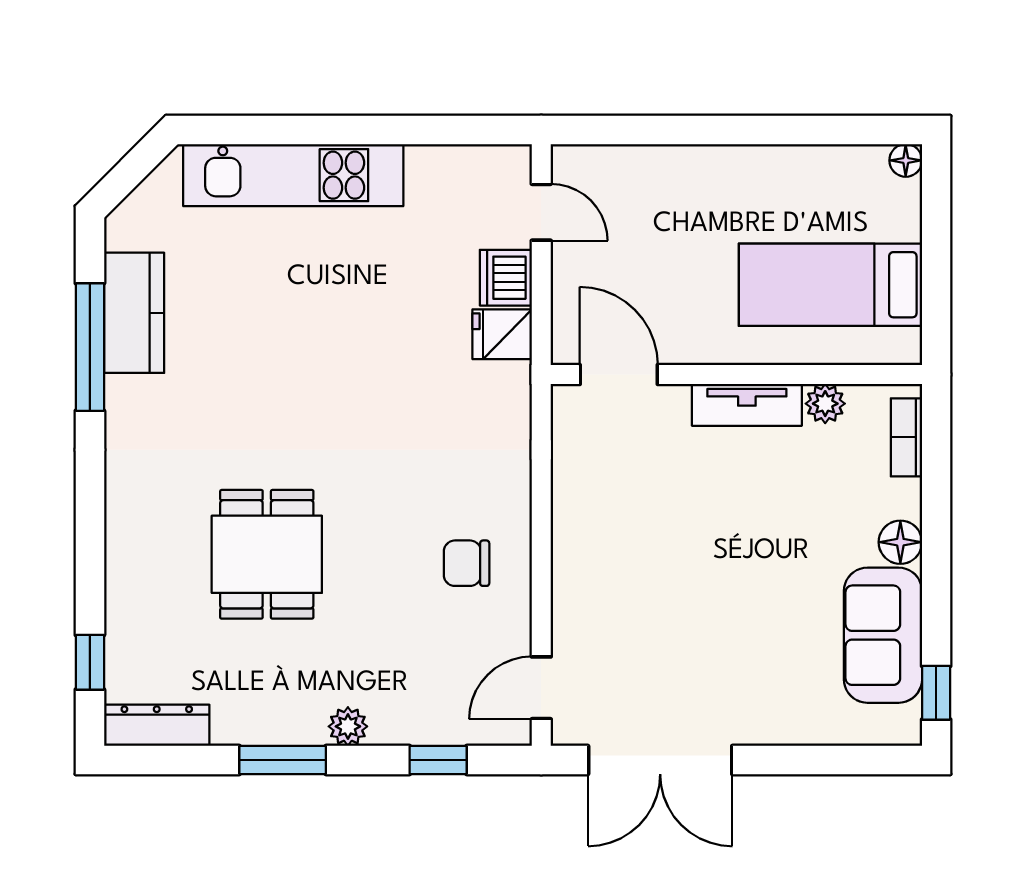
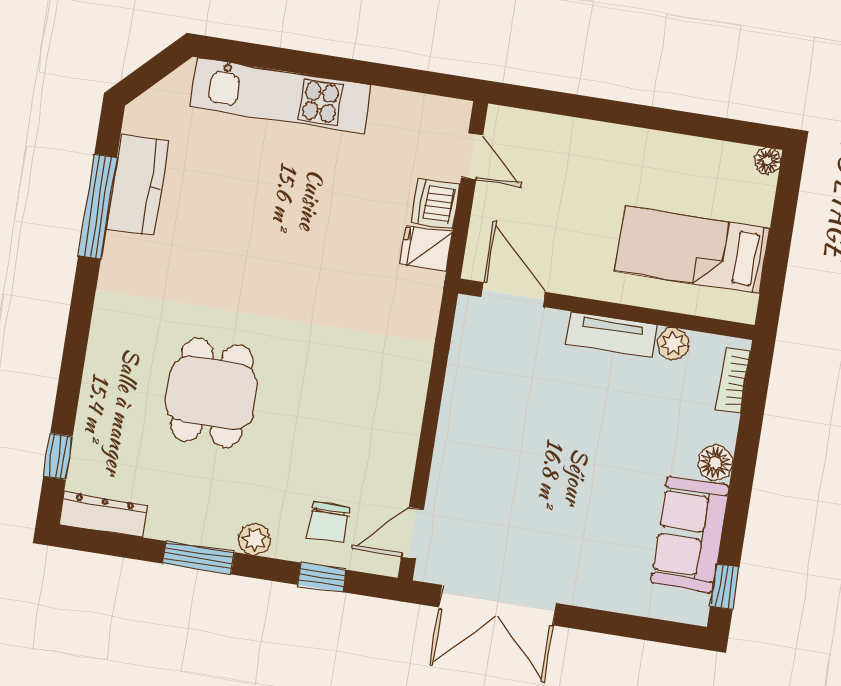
chair: (467, 563) -> (329, 522), moved, turned -90

